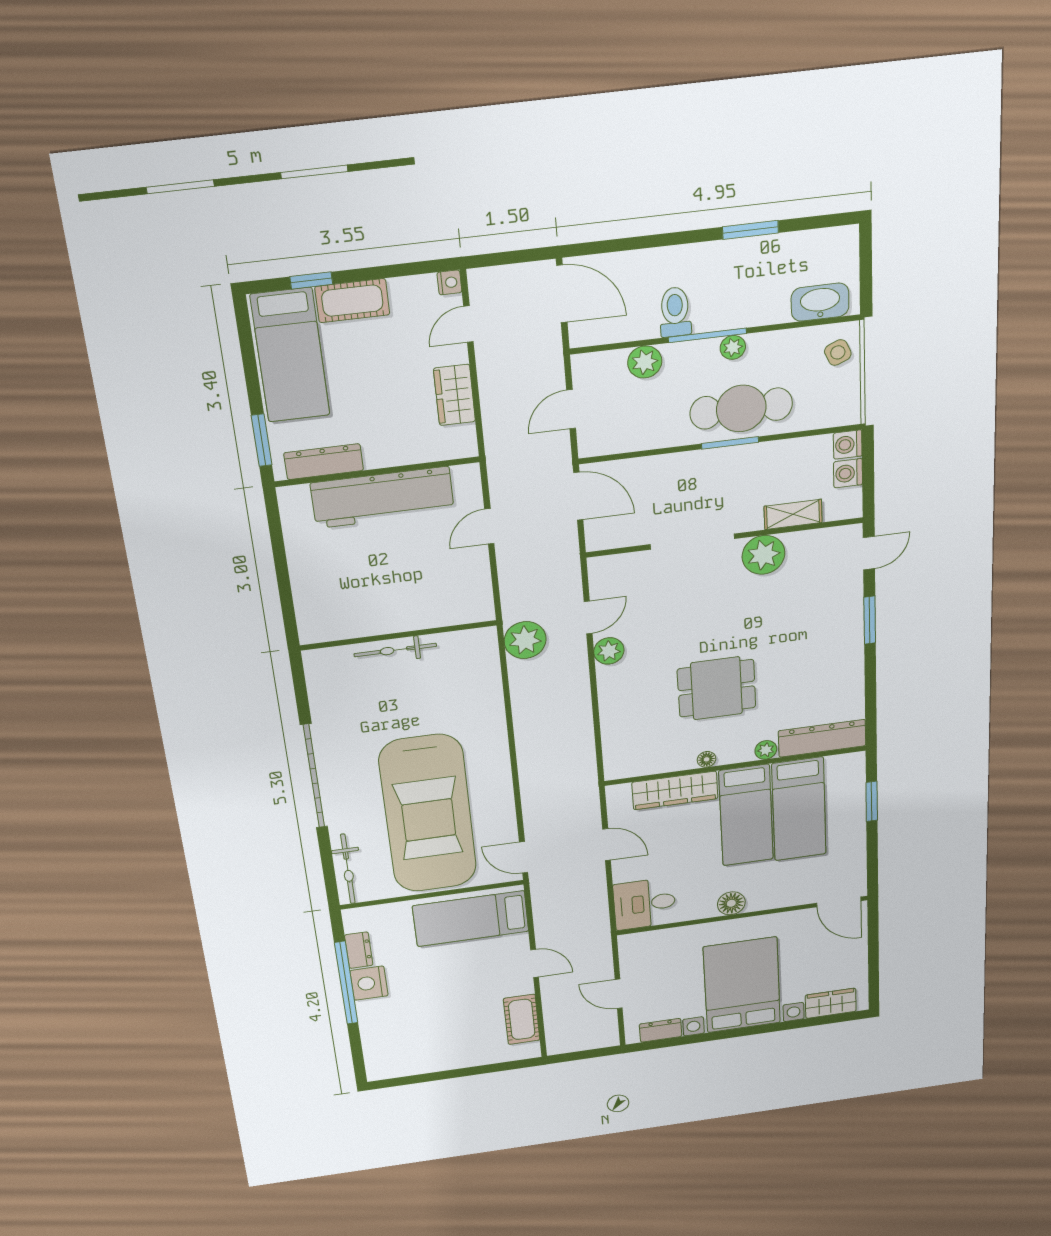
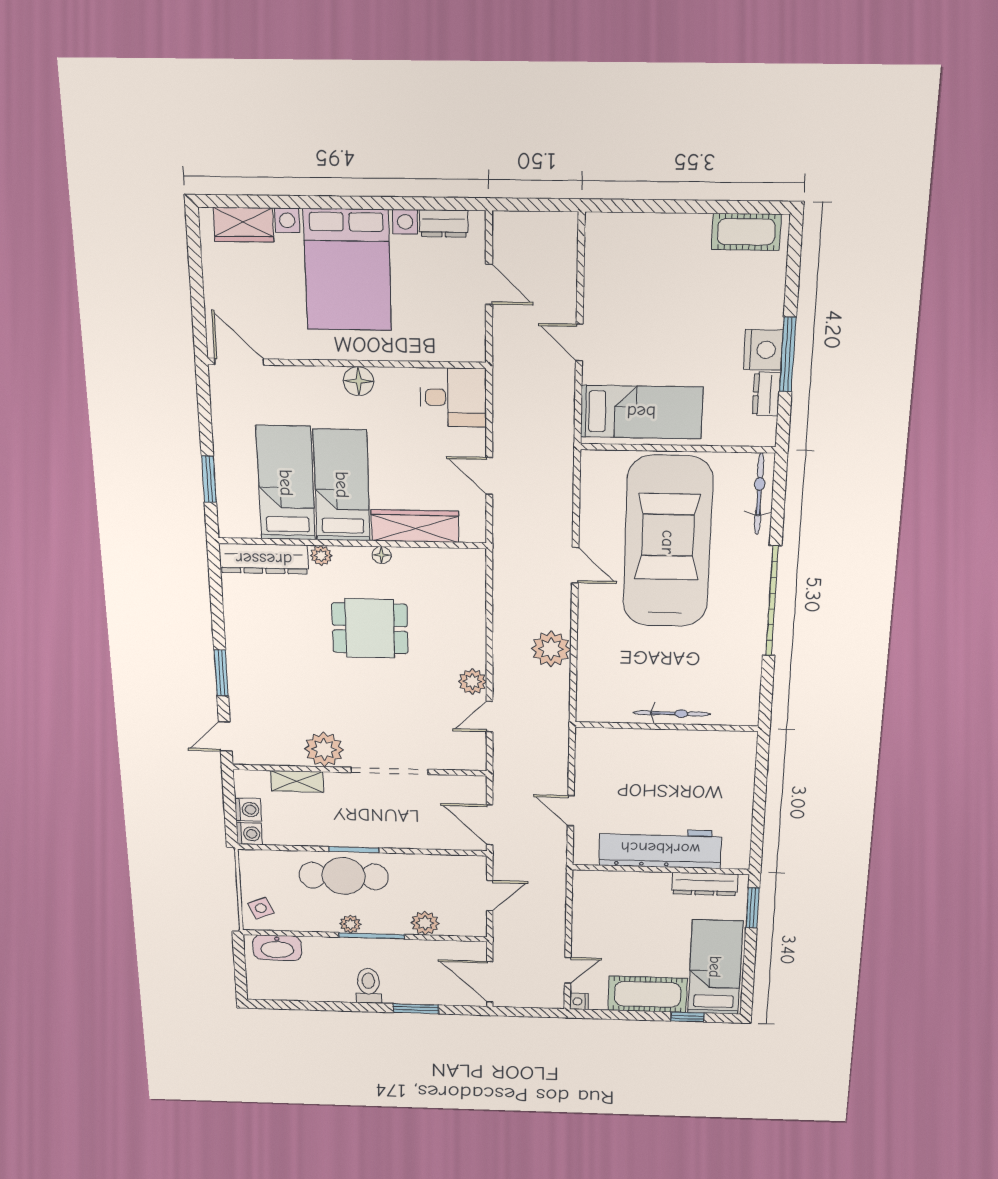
window: (750, 230) -> (416, 1009), moved
cot: (352, 301) -> (648, 994), width x1.37, depth x1.34
toilet: (675, 312) -> (368, 986), moved, turned 180
wardrobe: (454, 395) -> (586, 920), removed
door: (489, 526) -> (571, 811), swing flipped
plant: (525, 640) -> (551, 649), moved
door: (524, 857) -> (575, 565), moved
window: (346, 983) -> (788, 355), width x0.68
cot: (522, 1019) -> (746, 232), moved, turned 90

